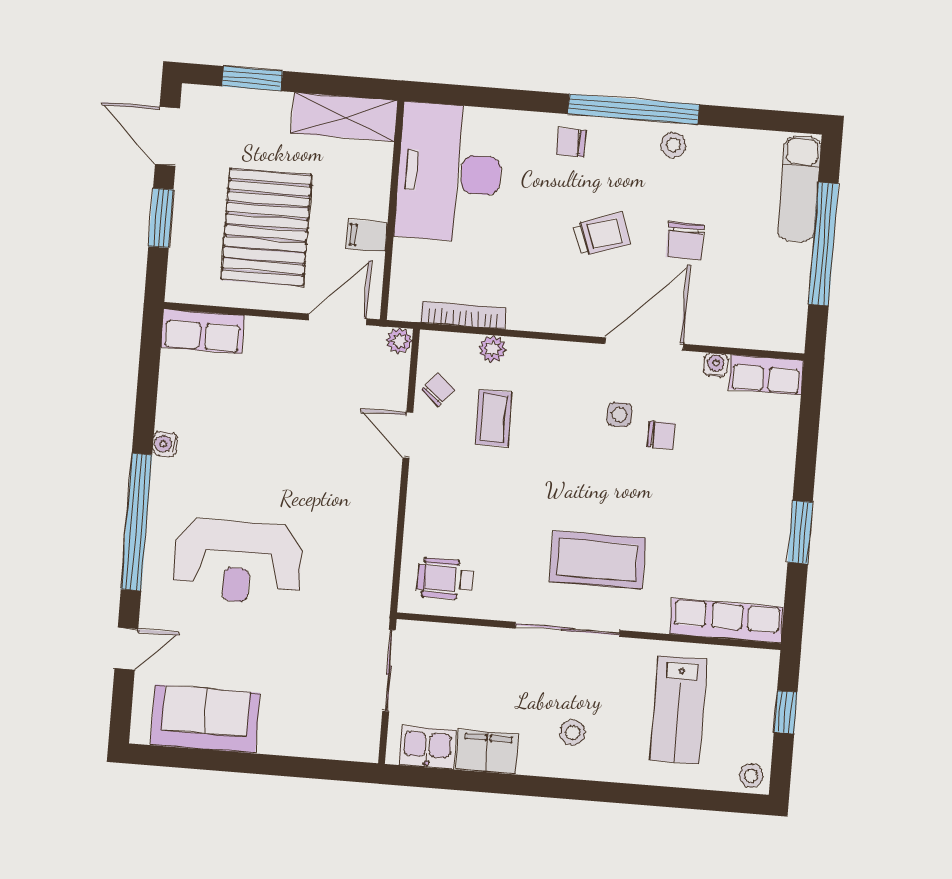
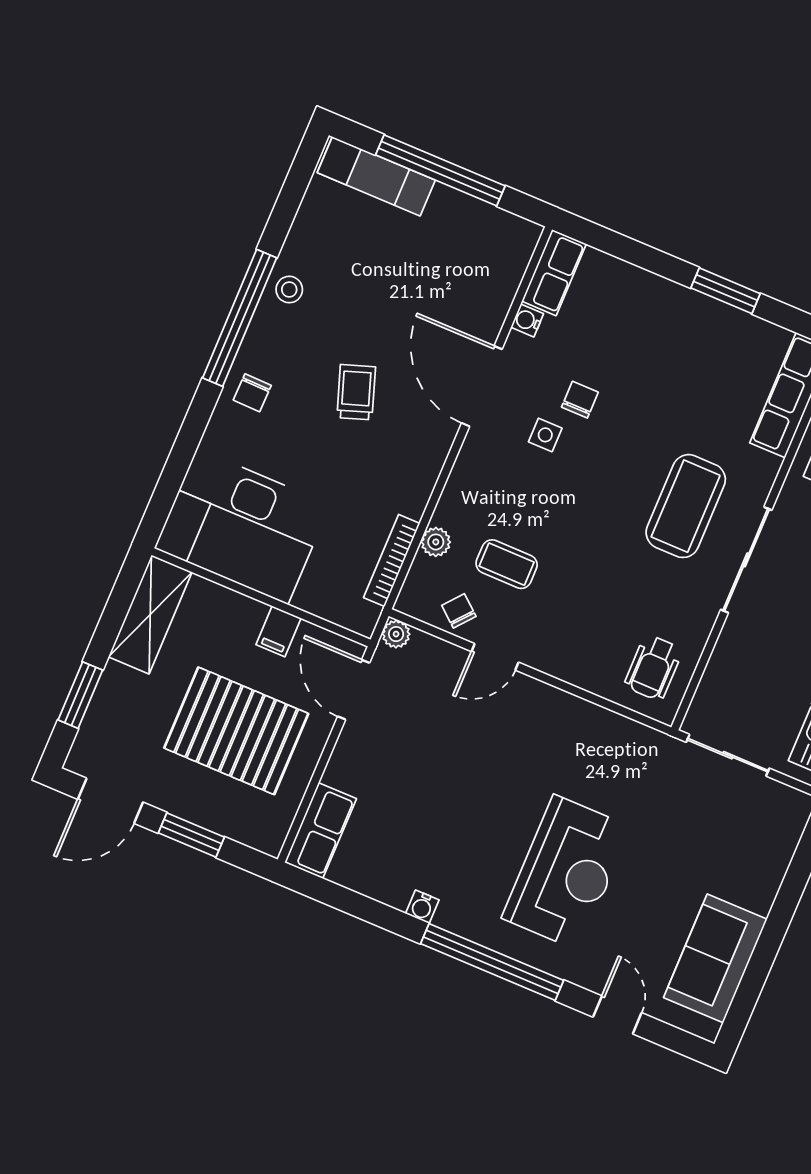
chair: (685, 241) -> (391, 310), removed

